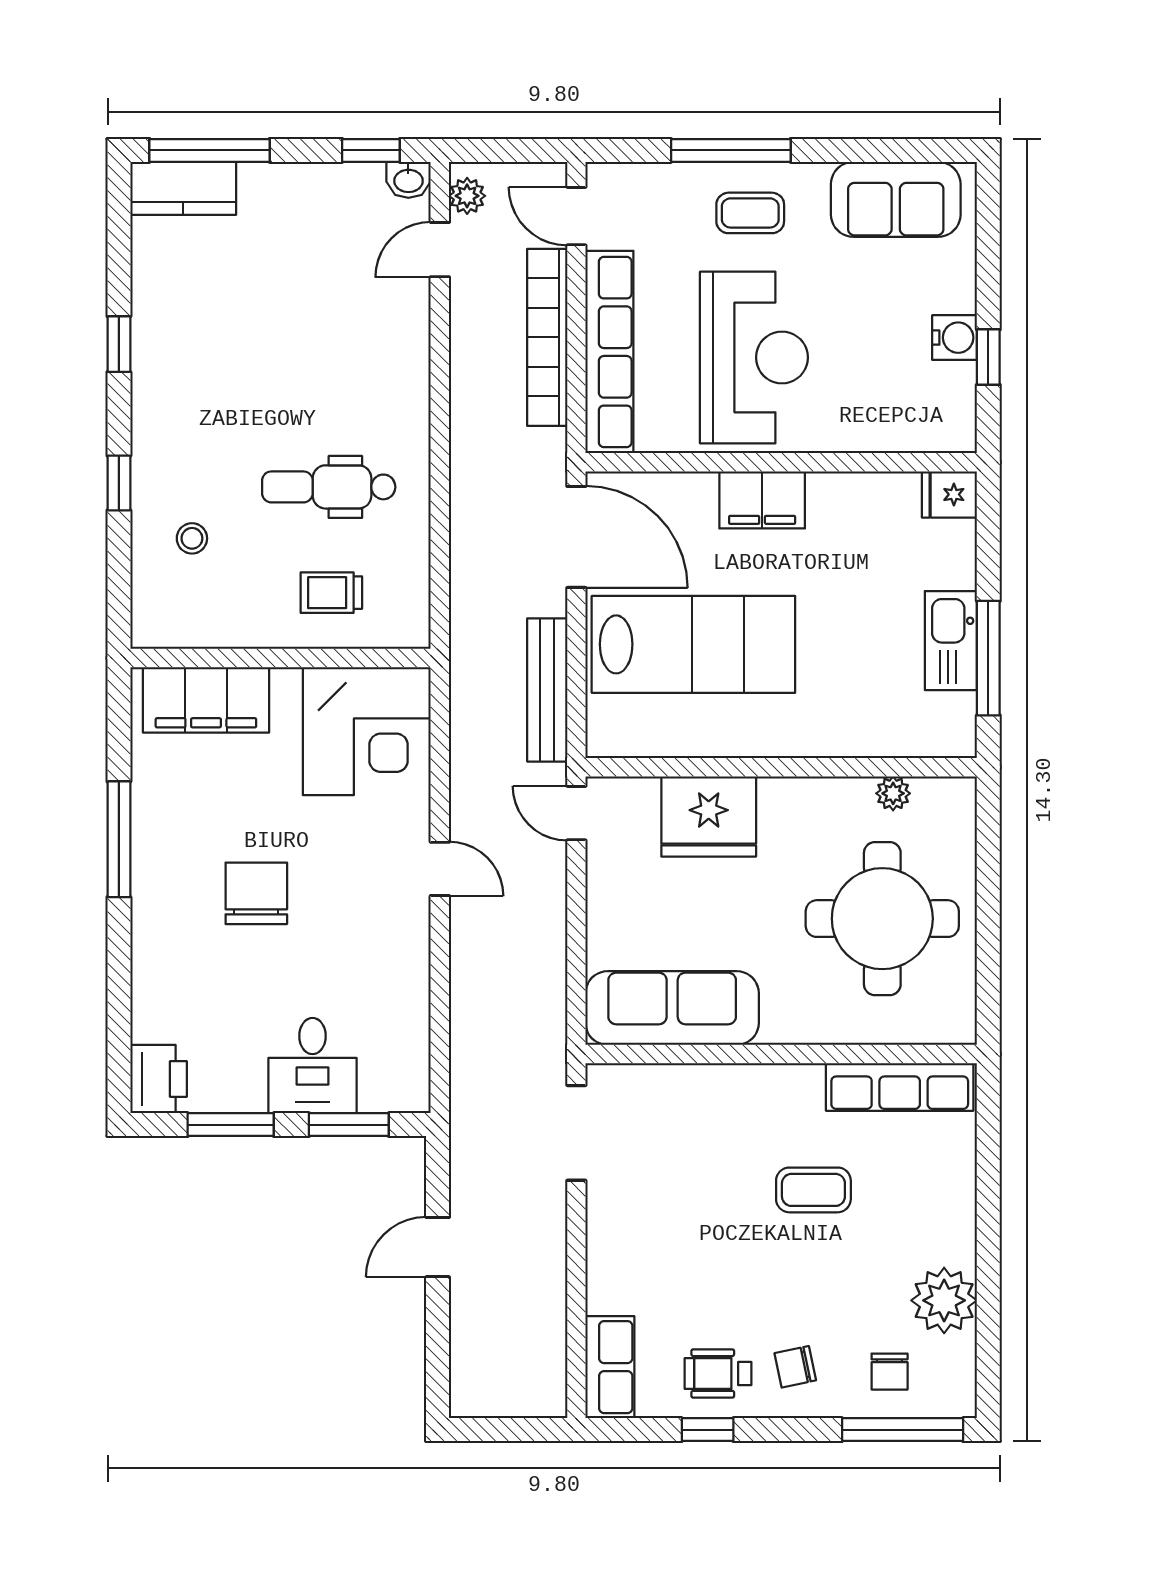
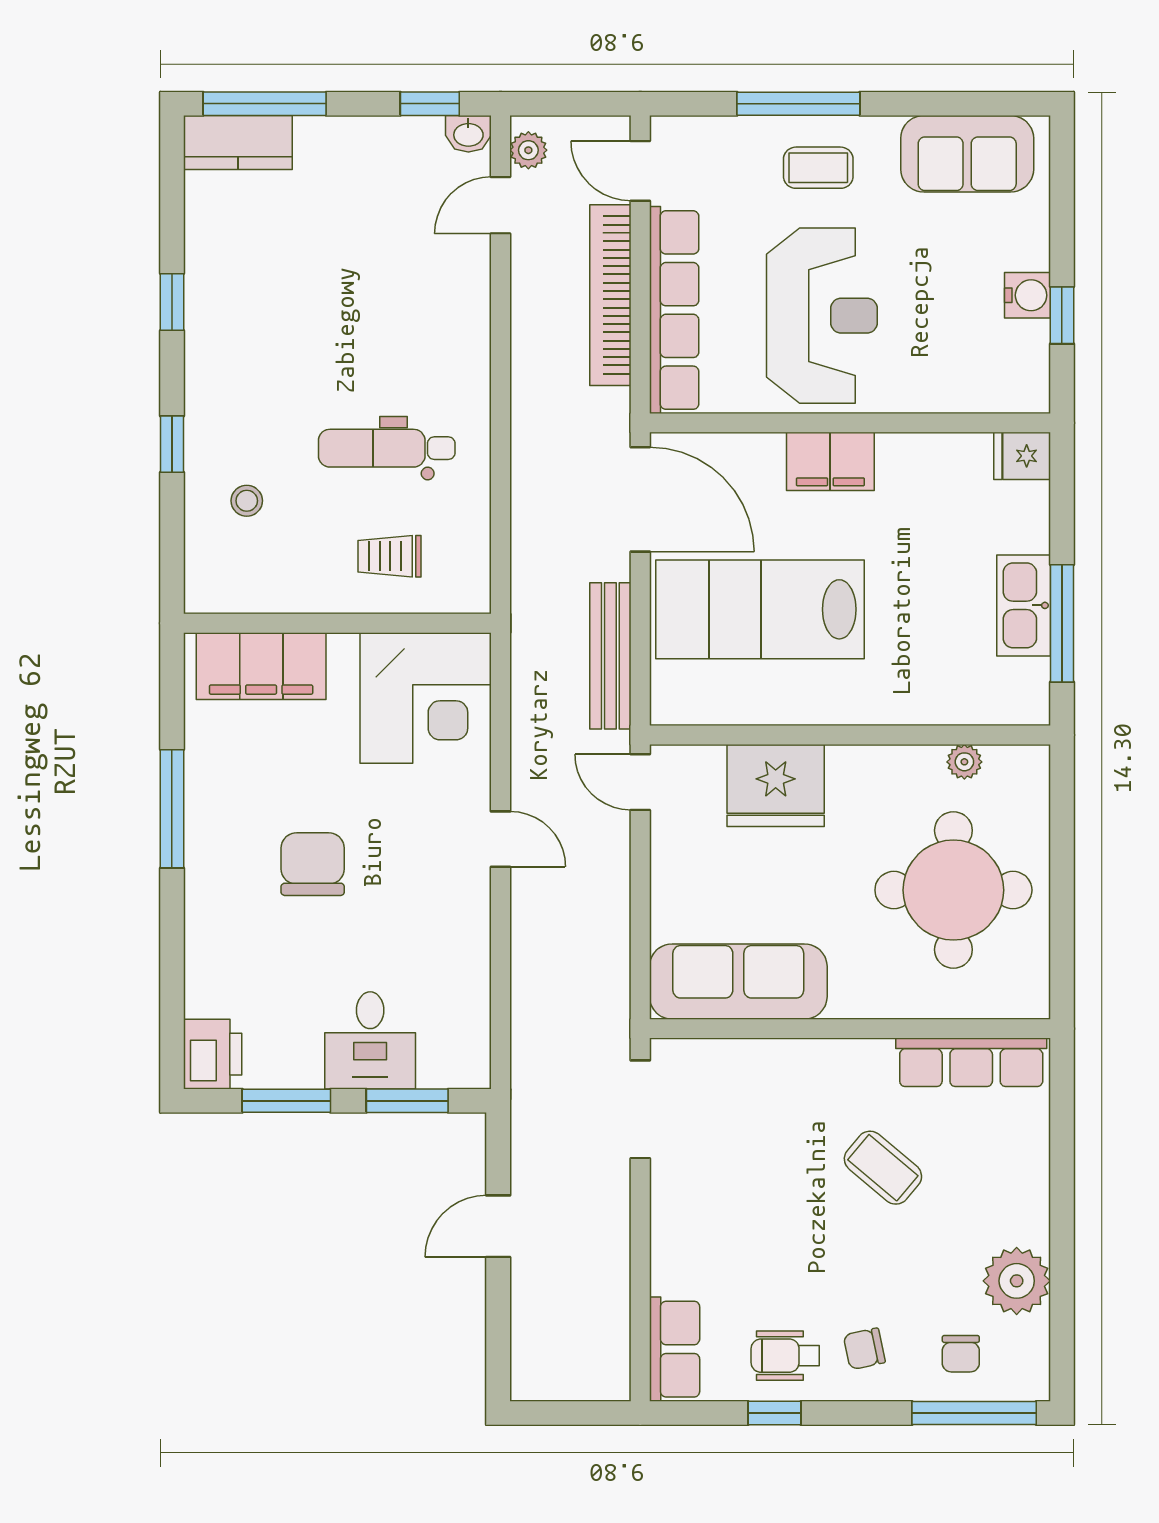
lab bench: (693, 644) -> (760, 609), turned 180
coffee table: (813, 1190) -> (883, 1168), turned 40

